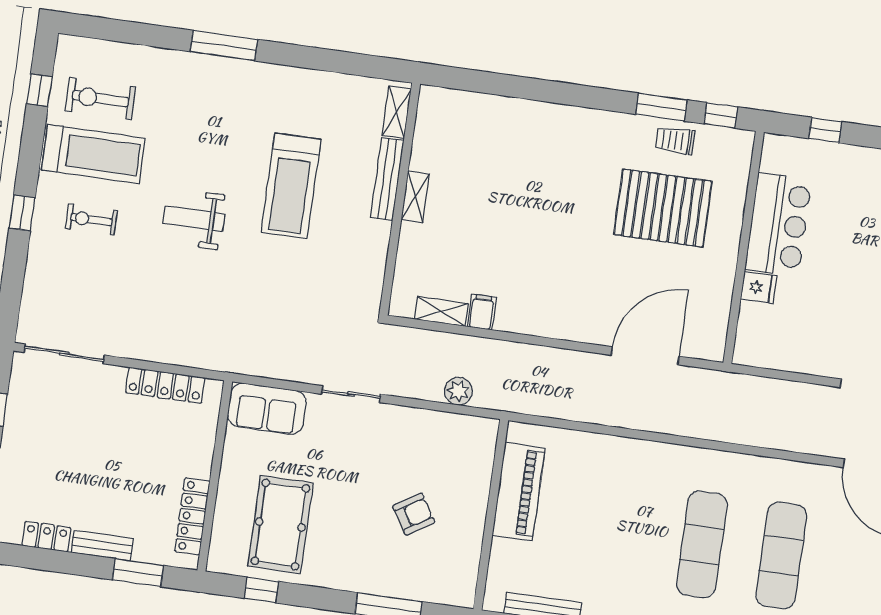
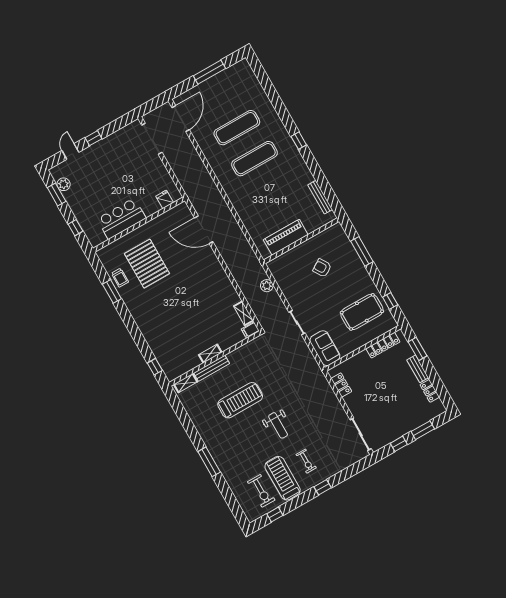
window: (721, 115) -> (155, 367), moved
fridge: (759, 287) -> (165, 199), moved
filing cabinet: (482, 312) -> (250, 330), moved
locker: (165, 385) -> (341, 385), width x0.66

